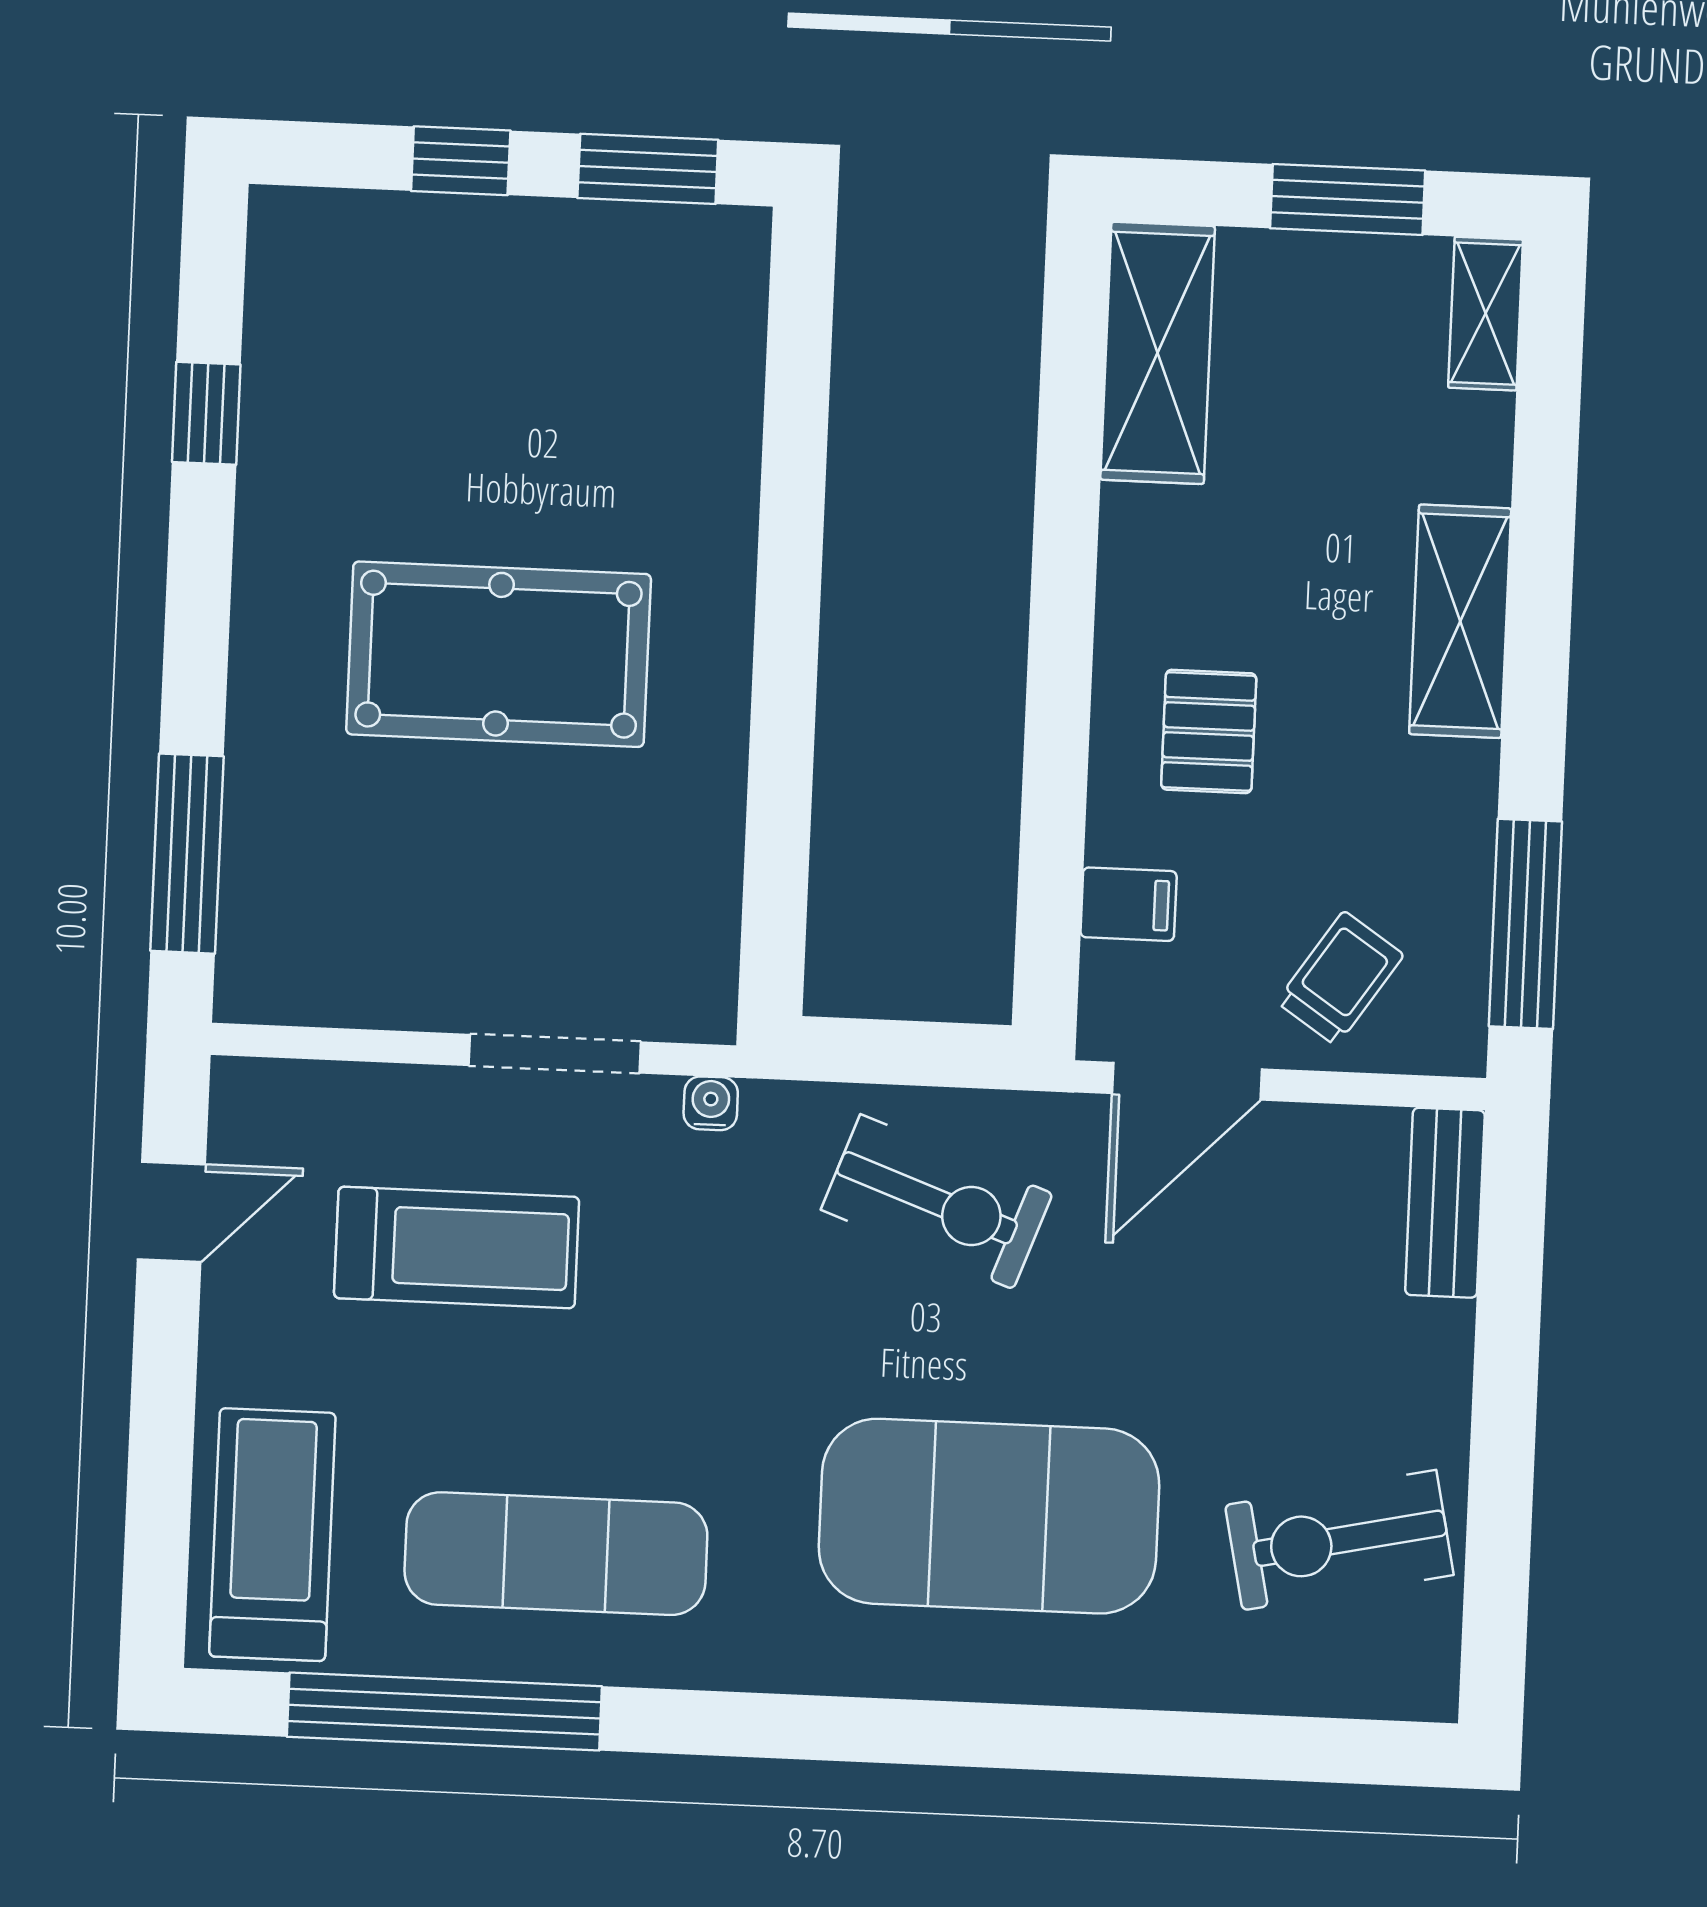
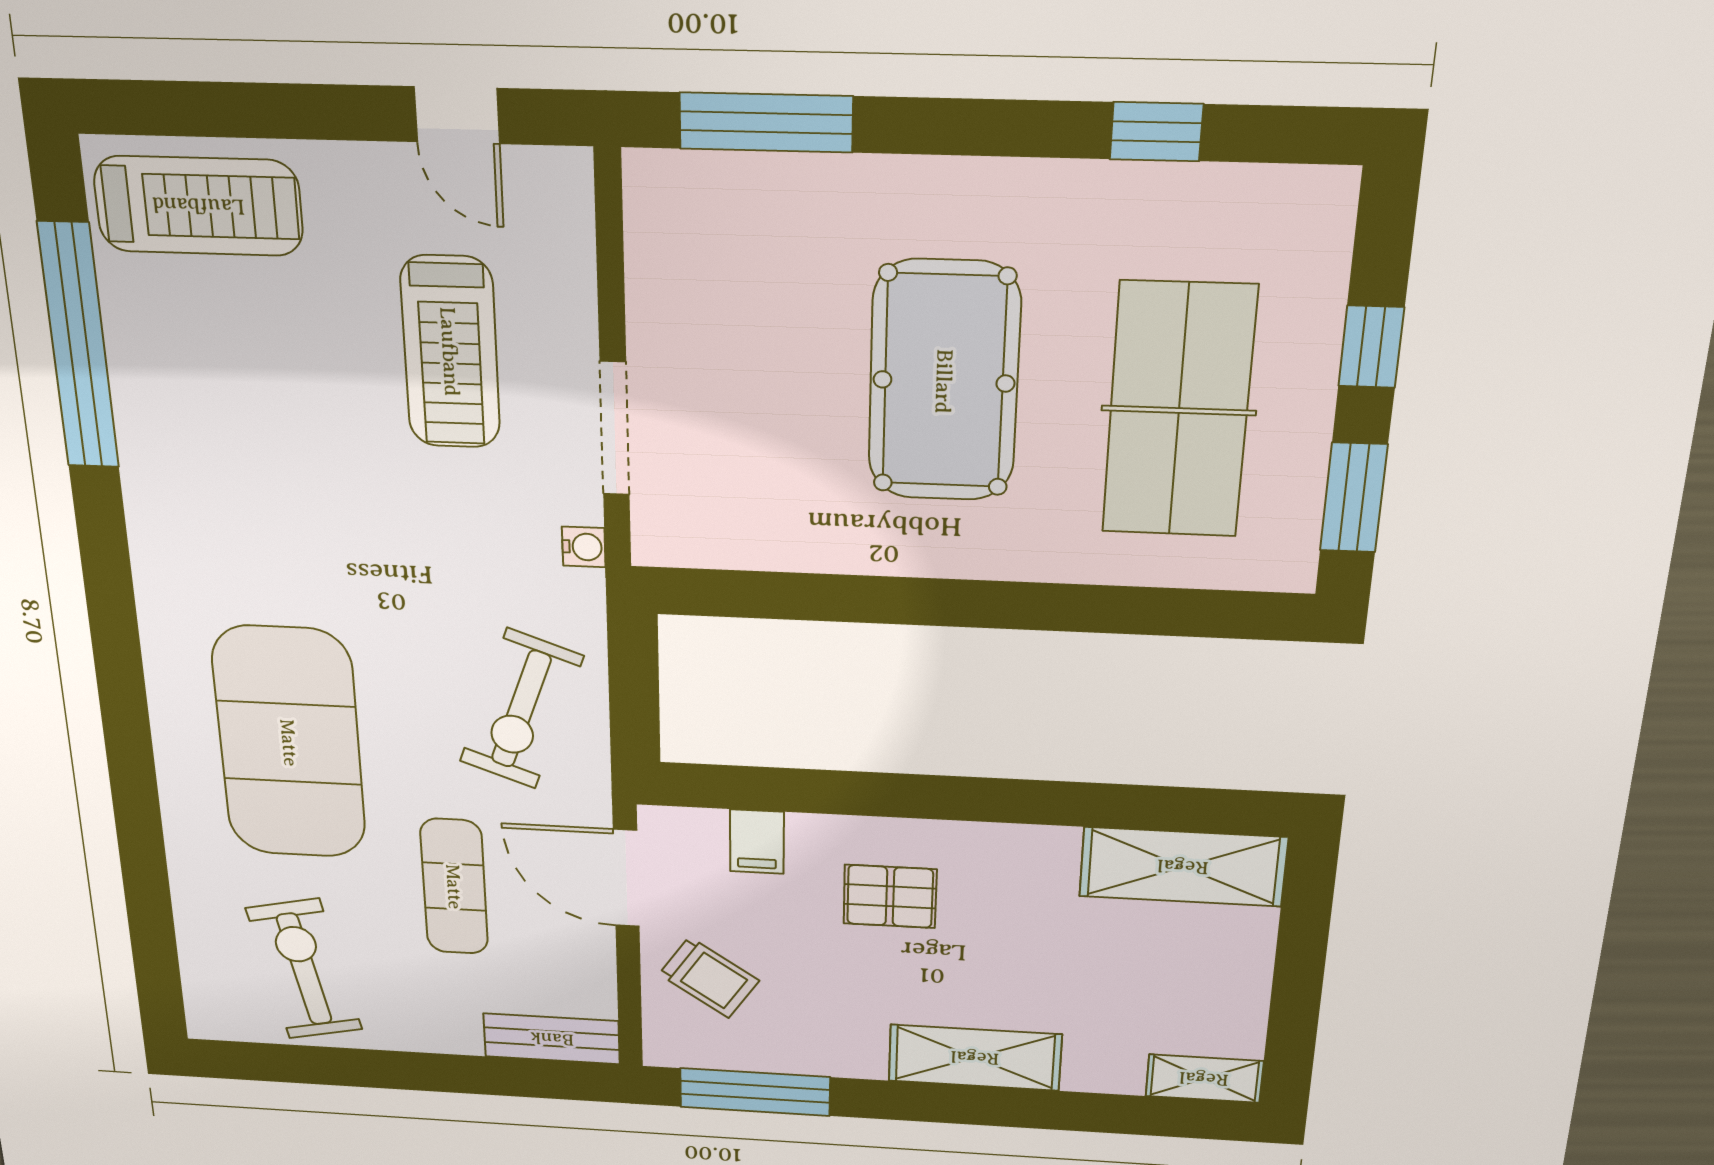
window: (1348, 199) -> (1296, 994), removed
table tennis table: (537, 378) -> (1179, 411), added
exercise mat: (556, 1554) -> (454, 887), moved, width x0.73, depth x0.69

